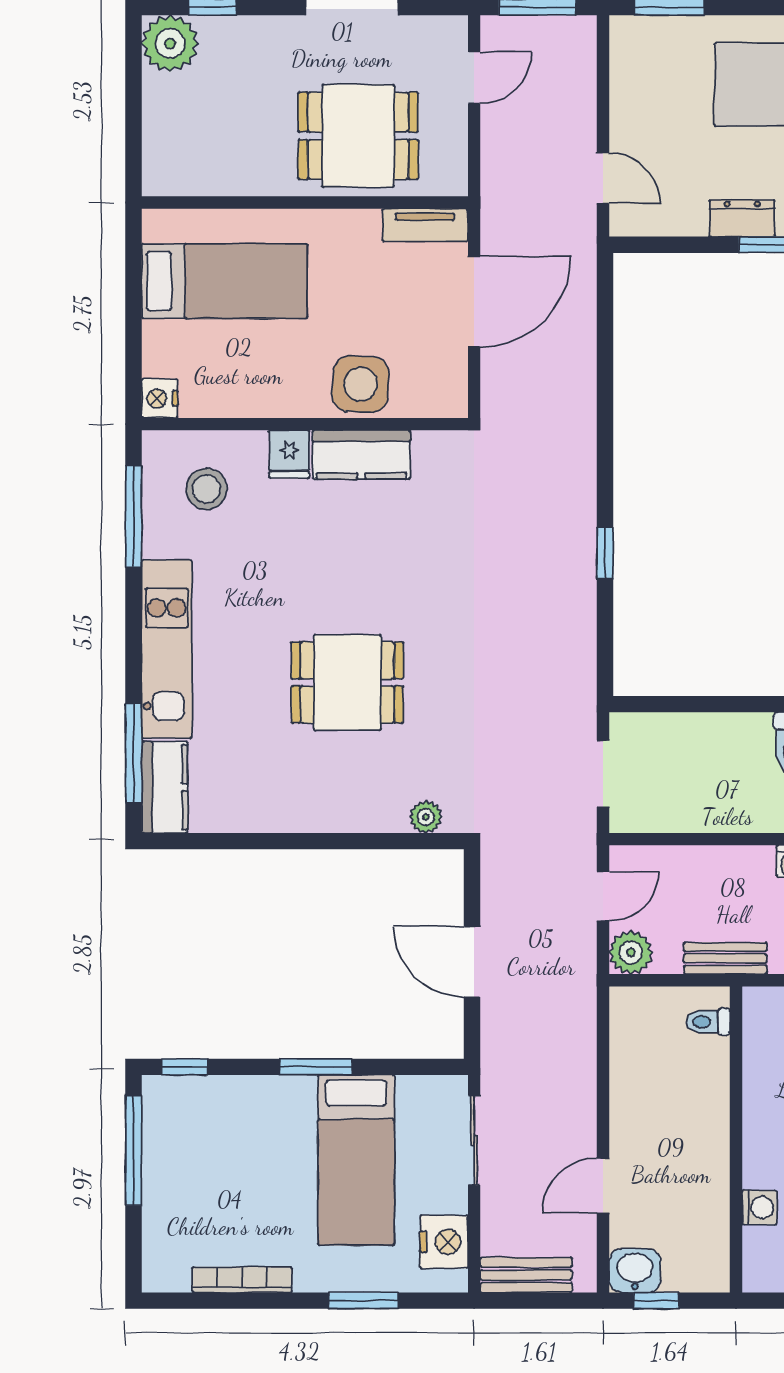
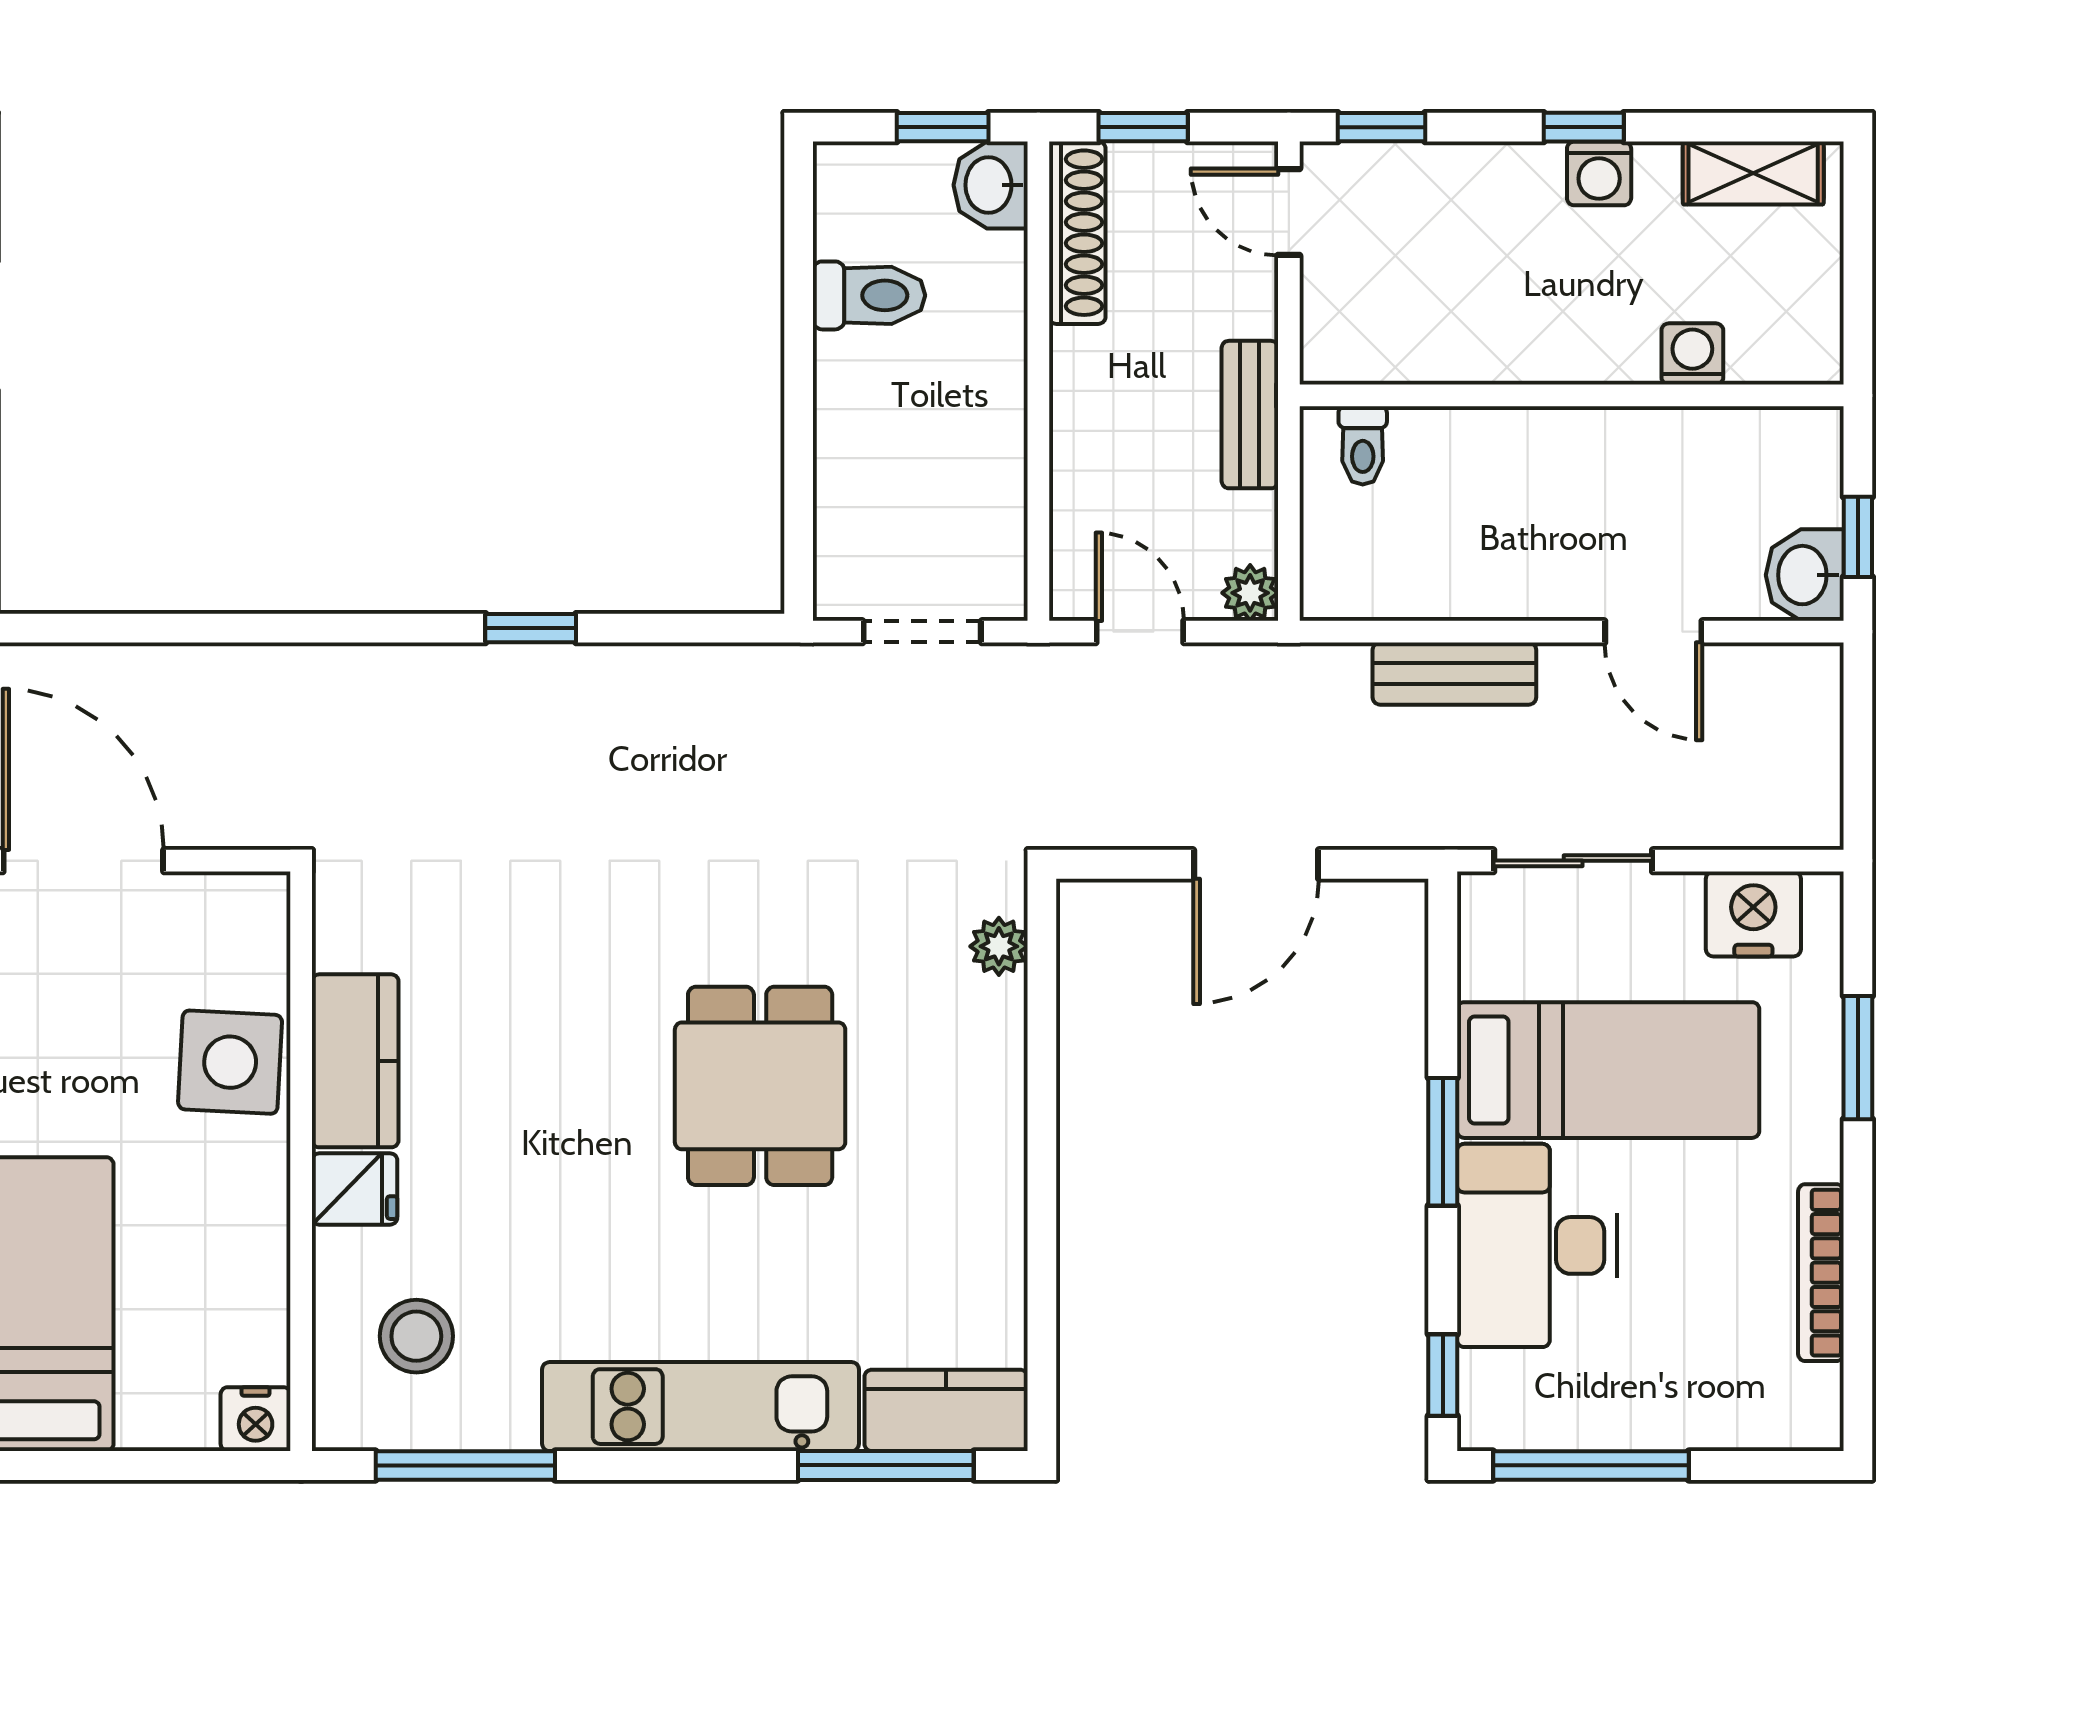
plant: (631, 952) -> (1250, 593), width x0.73, depth x0.73
desk: (257, 1120) -> (1537, 1245), added
bench: (526, 1275) -> (1454, 674), moved, turned 90

